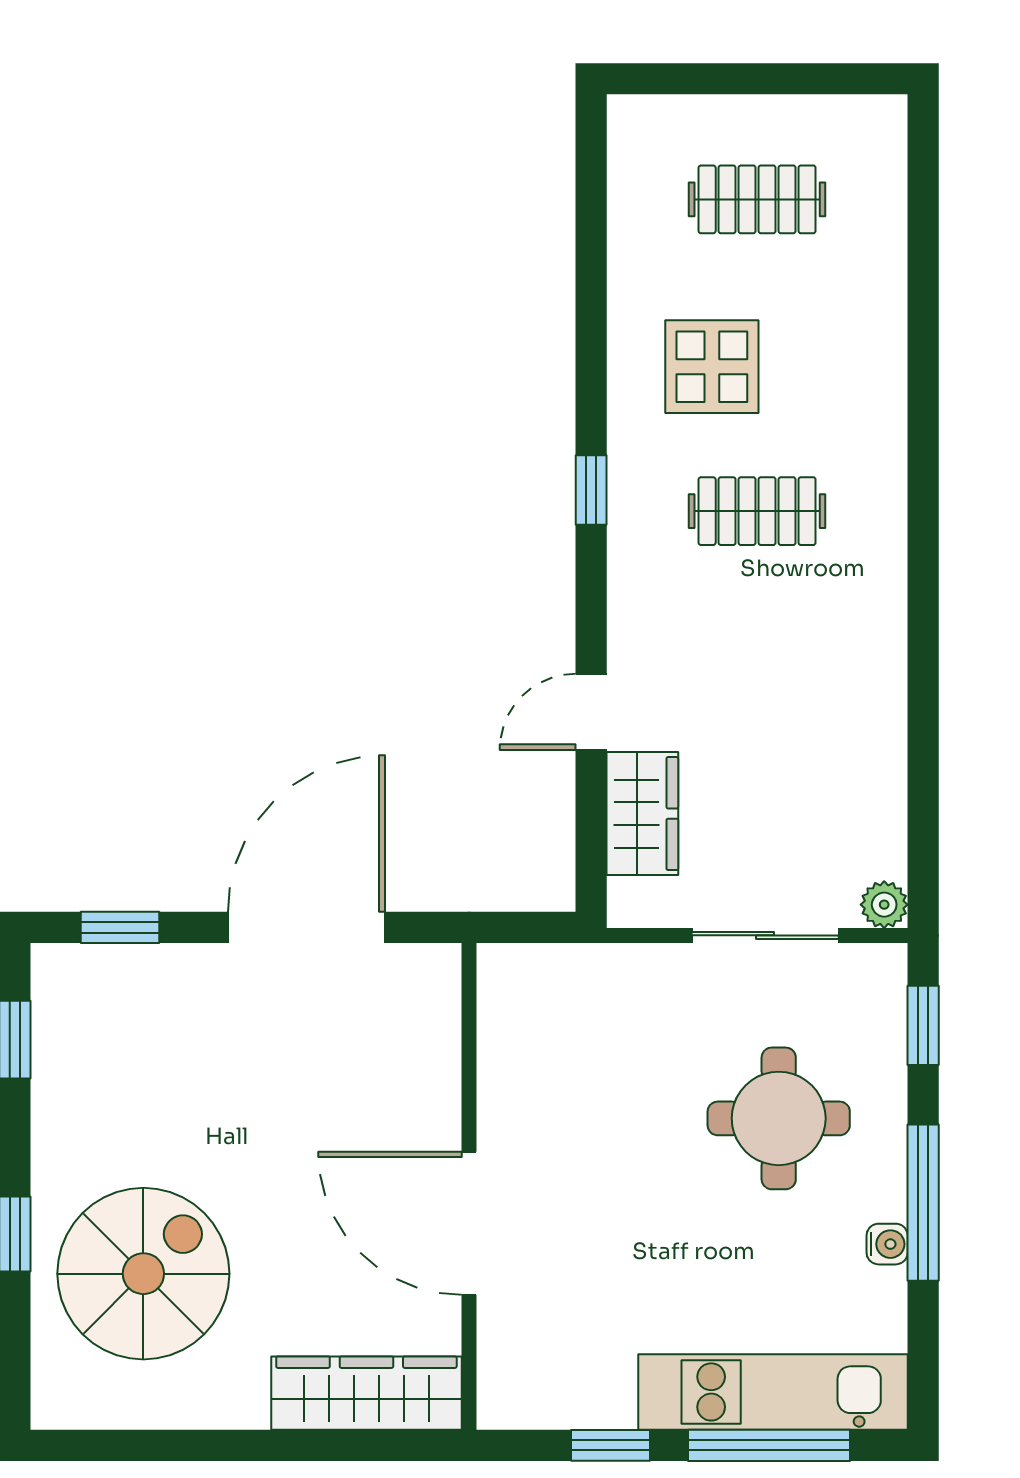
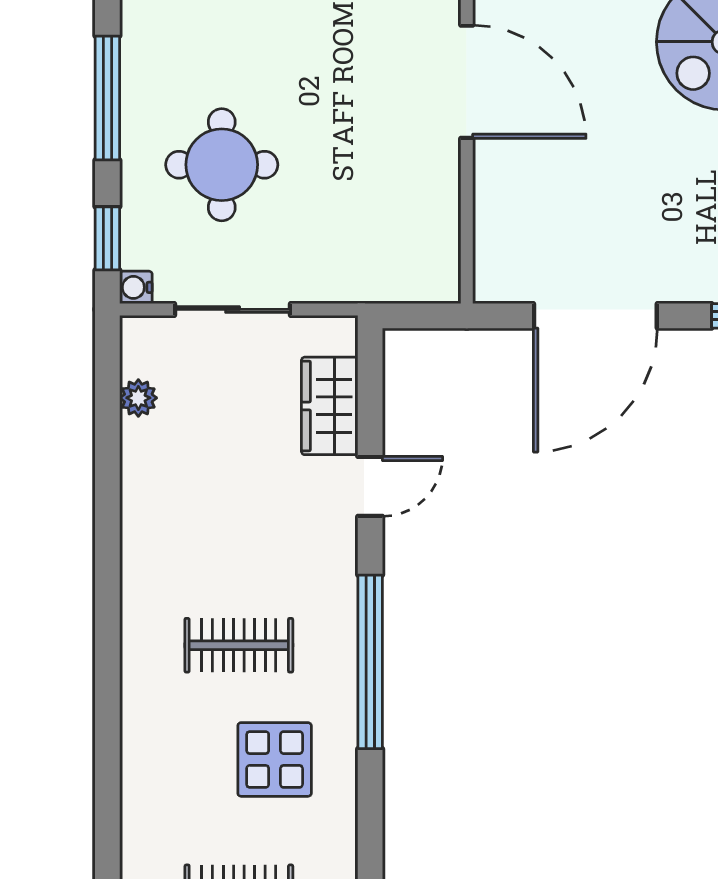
window: (591, 490) -> (370, 662), width x3.17
plant: (884, 905) -> (138, 398), moved
water cooler: (887, 1244) -> (136, 287), moved

